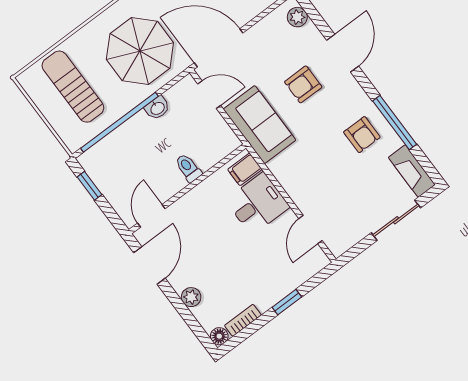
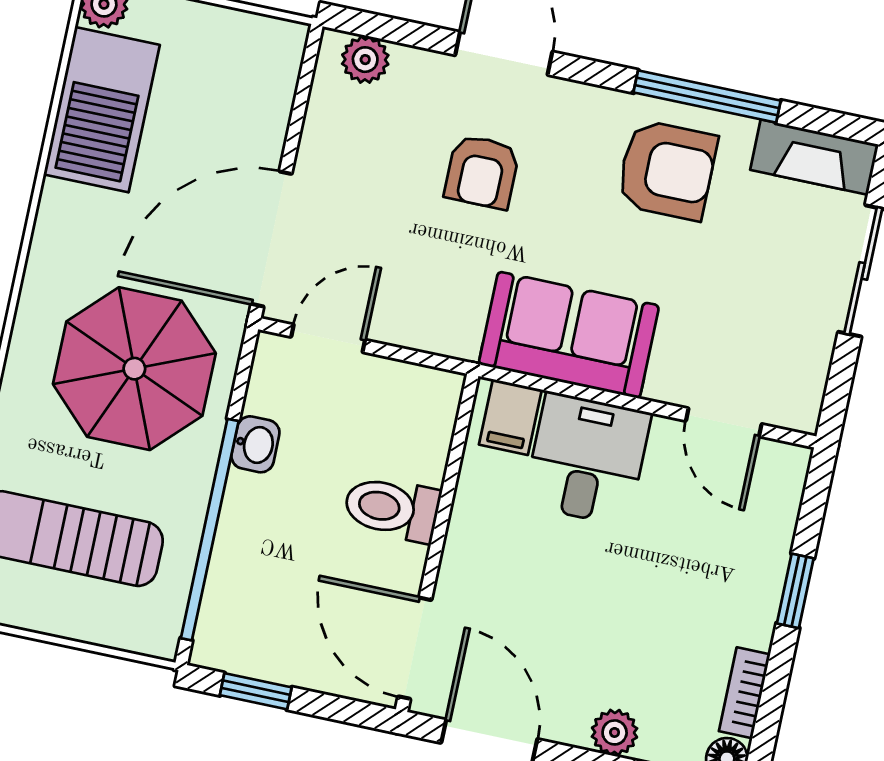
sofa: (259, 125) -> (569, 335), moved
armchair: (362, 135) -> (667, 170), width x1.38, depth x1.38
toilet: (188, 168) -> (392, 508), width x1.37, depth x1.39
door: (151, 216) -> (415, 648), width x1.38

